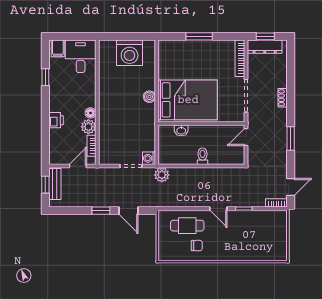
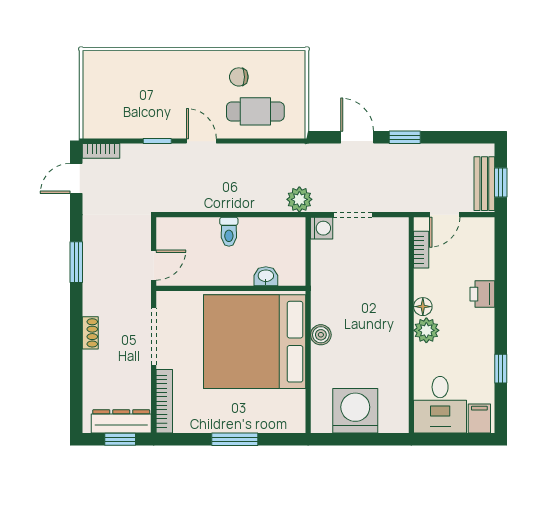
bed: (188, 100) -> (255, 342), width x1.36
plant: (88, 127) -> (426, 330), moved

